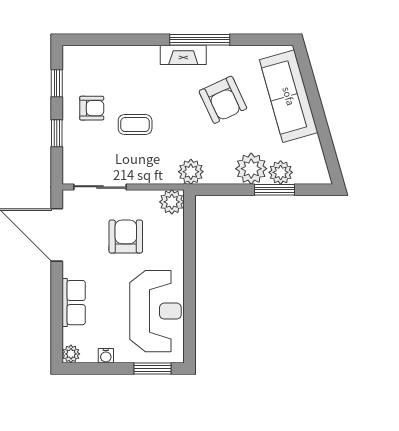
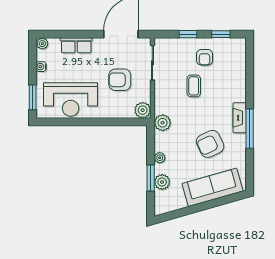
plant: (251, 169) -> (160, 158), width x0.53, depth x0.53
armchair: (126, 236) -> (120, 80), turned 180

